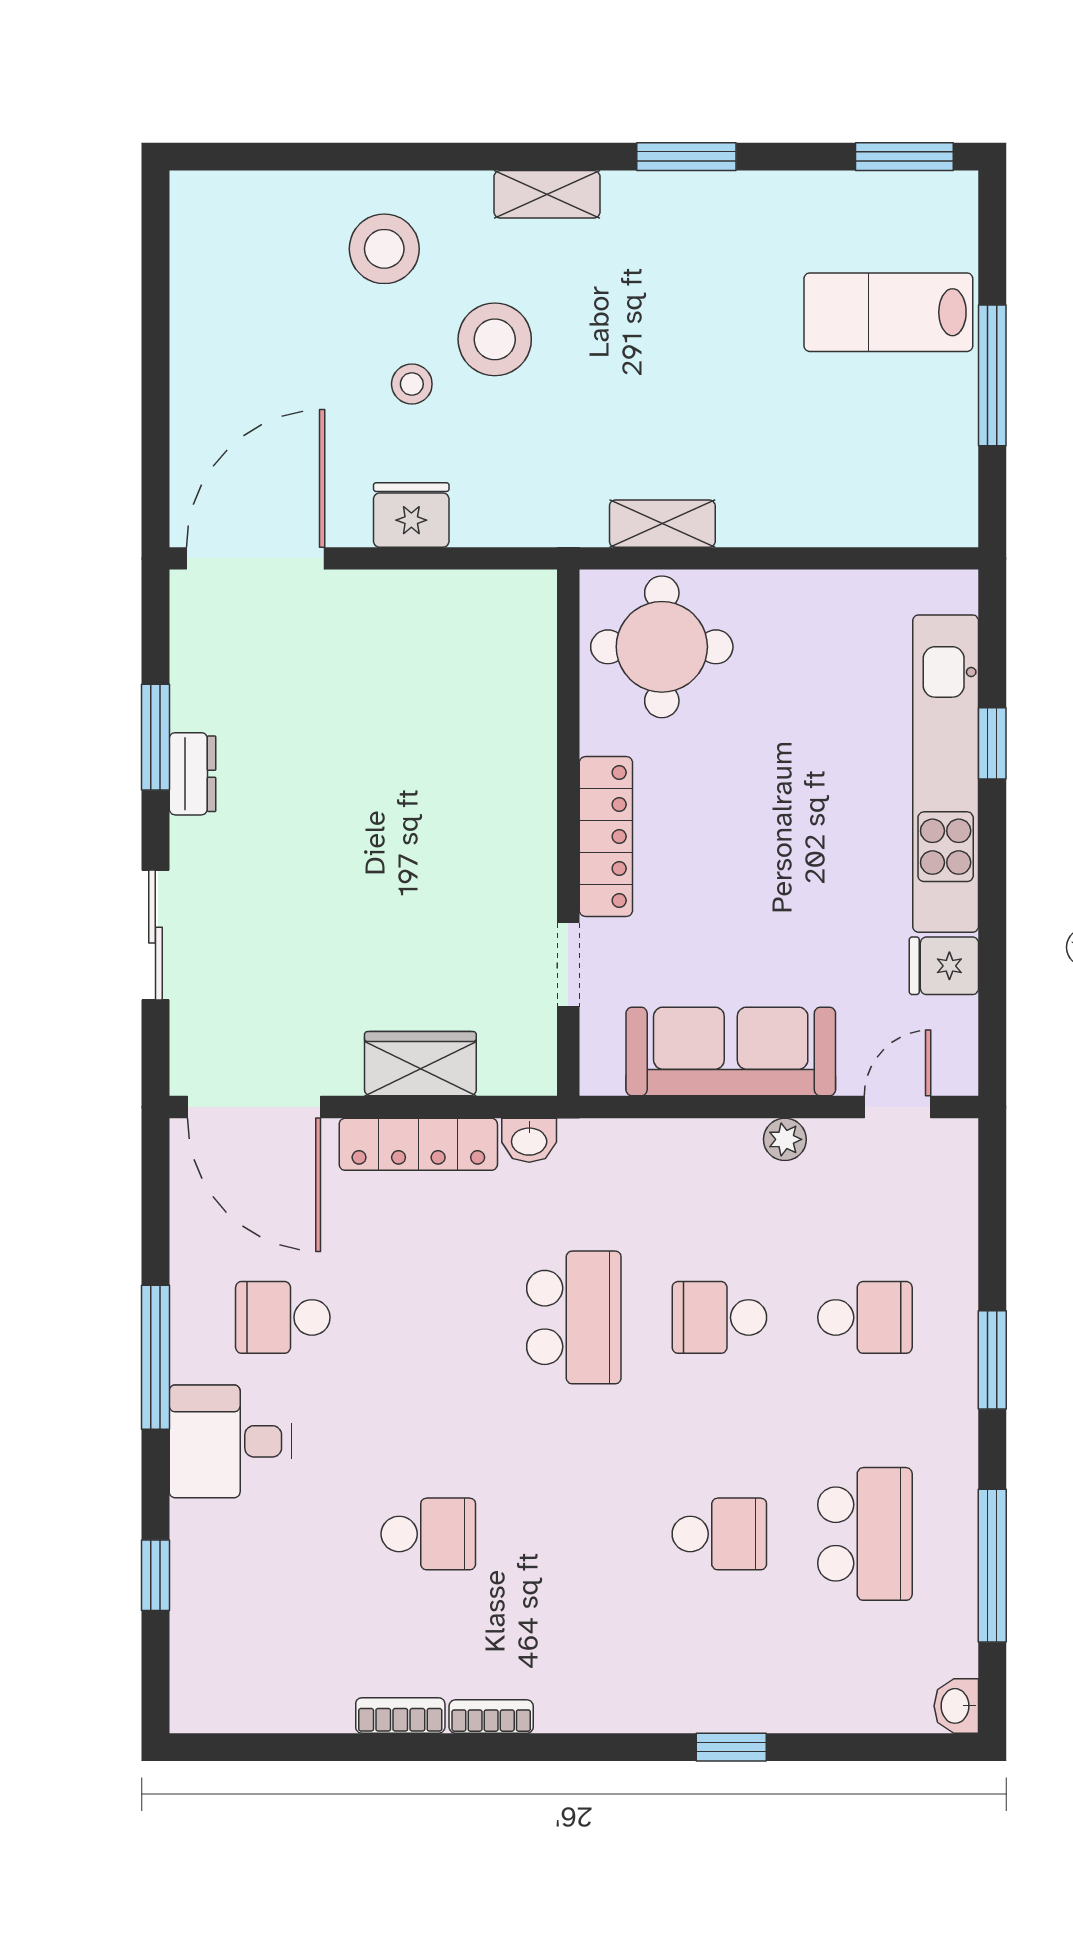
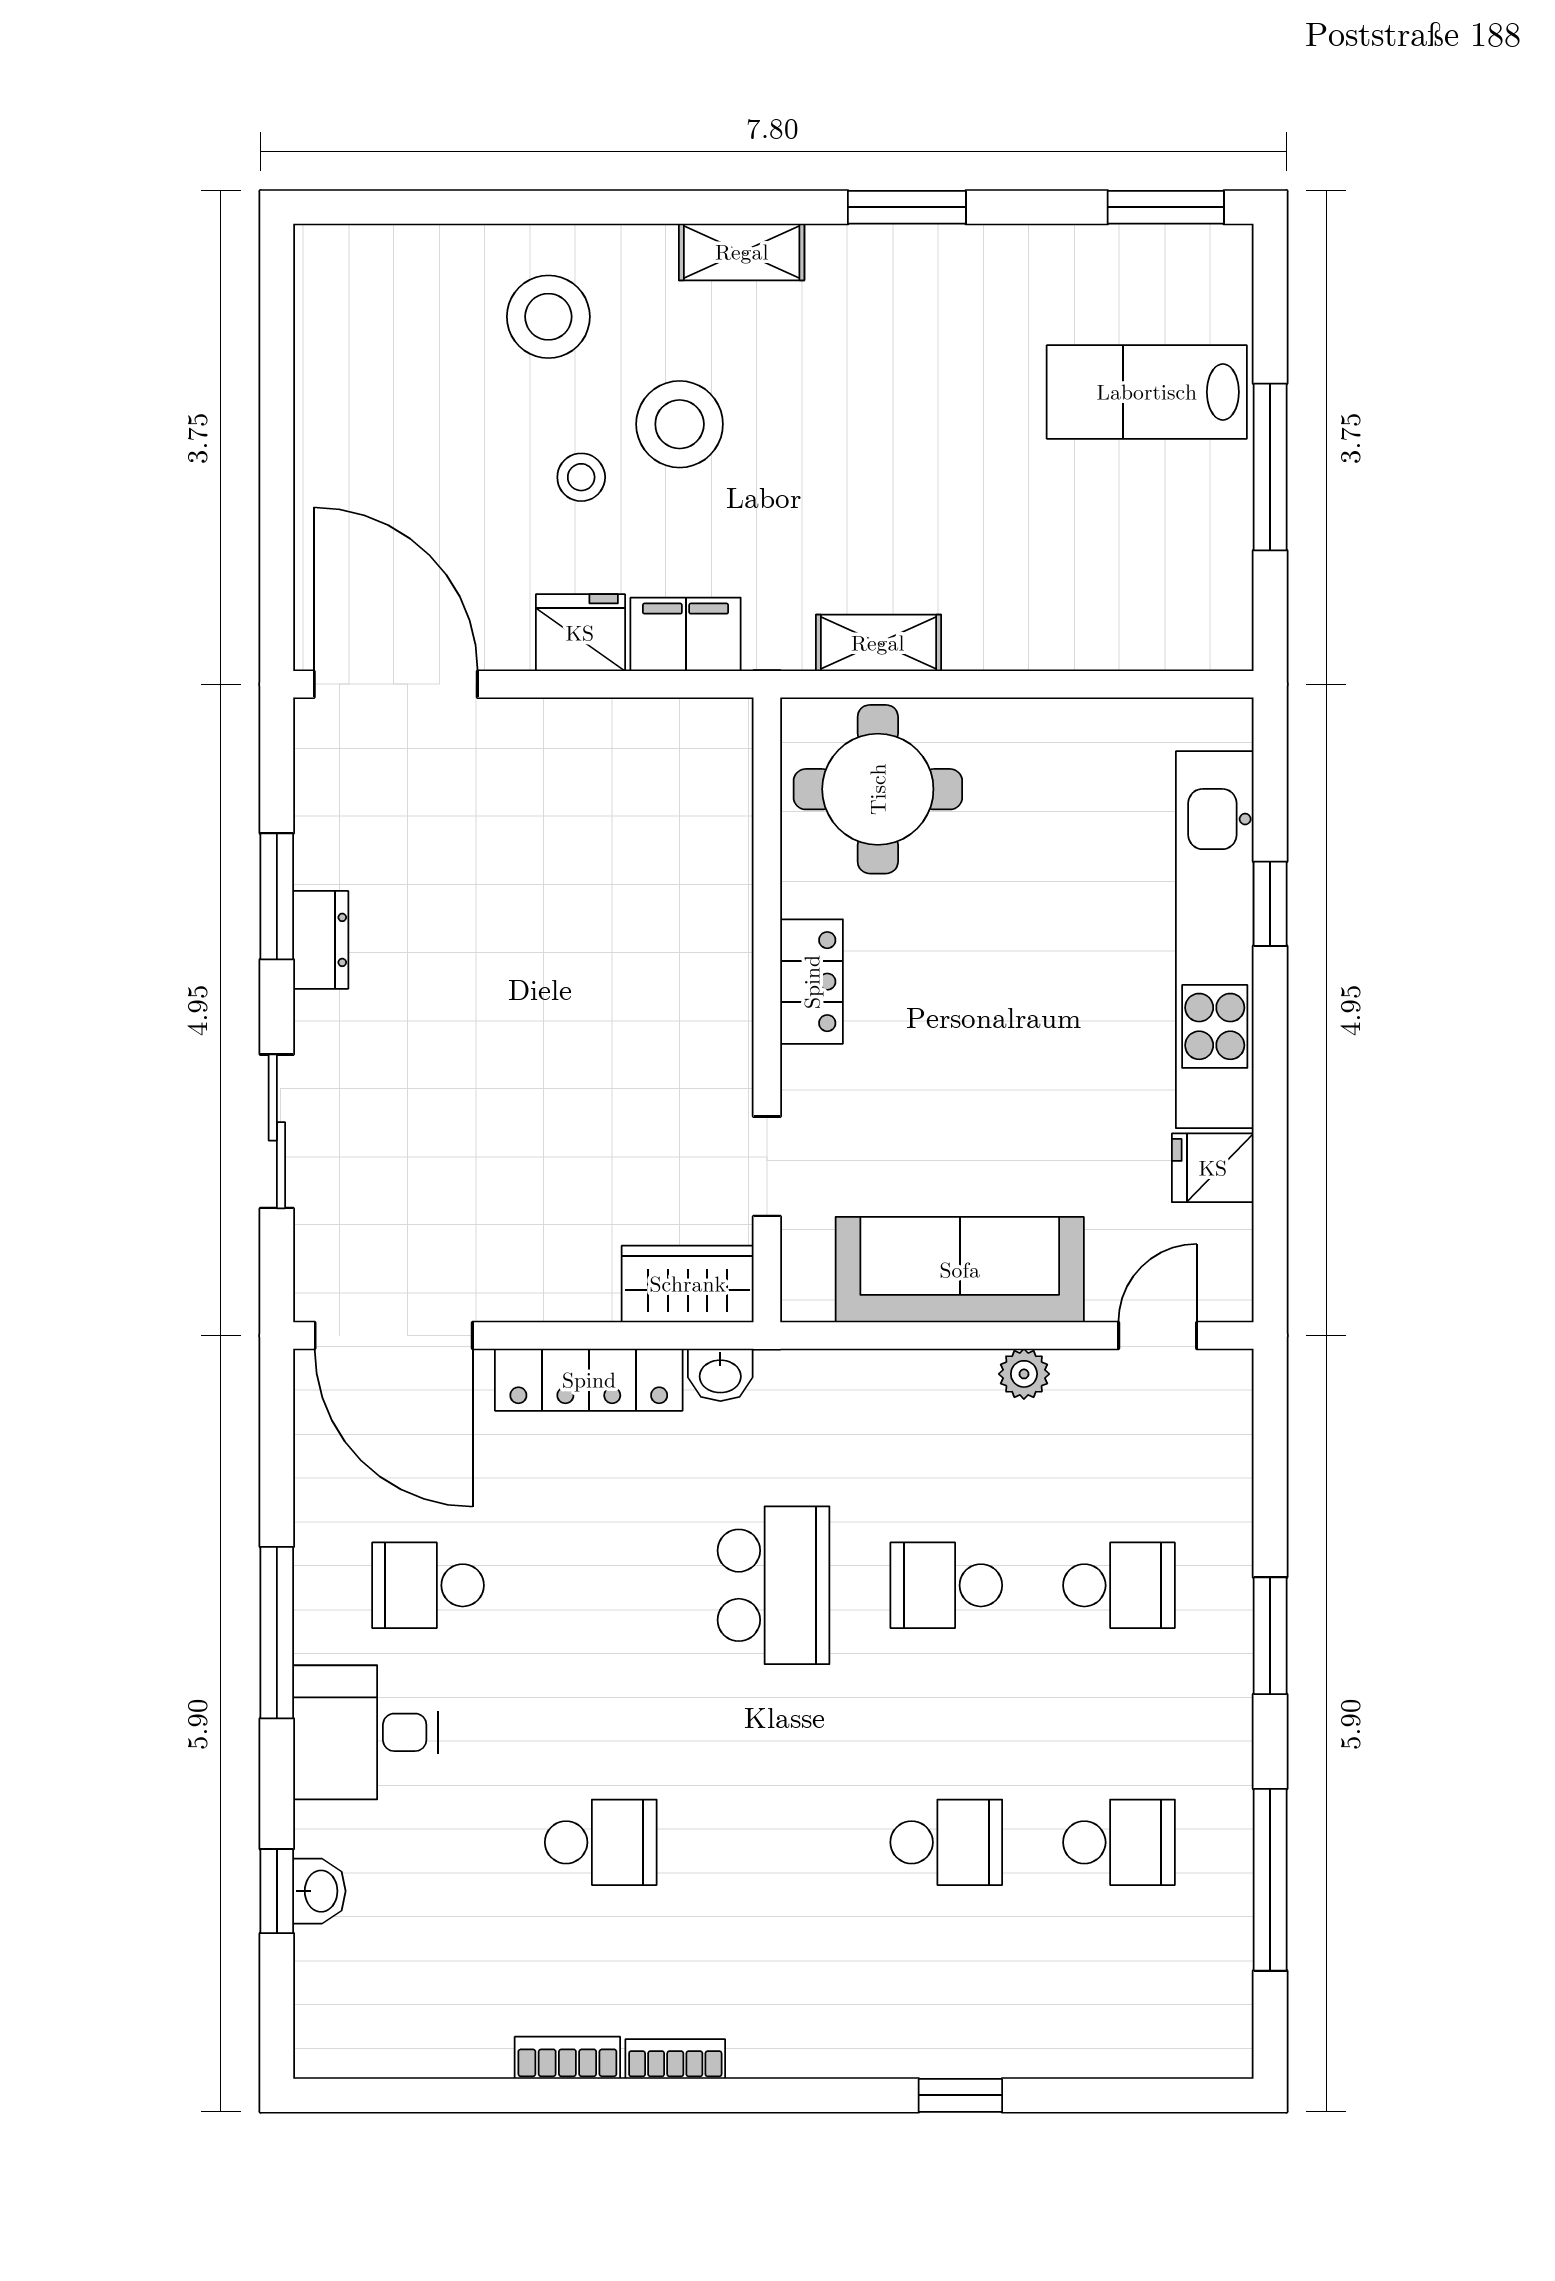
filing cabinet: (500, 516) -> (686, 634), added
door: (256, 558) -> (396, 684), hinge flipped
locker: (606, 836) -> (812, 982), width x0.66
wardrobe: (420, 1064) -> (688, 1284), moved
school desk: (865, 1534) -> (1119, 1842), width x0.54
washbasin: (956, 1706) -> (319, 1891), moved, turned 180

